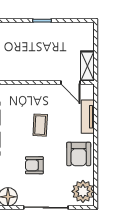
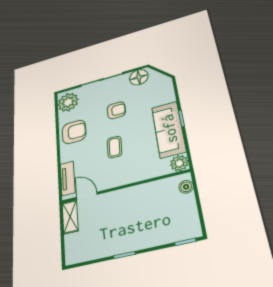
tv unit: (88, 117) -> (68, 178), moved
armchair: (79, 154) -> (74, 132), turned 90

